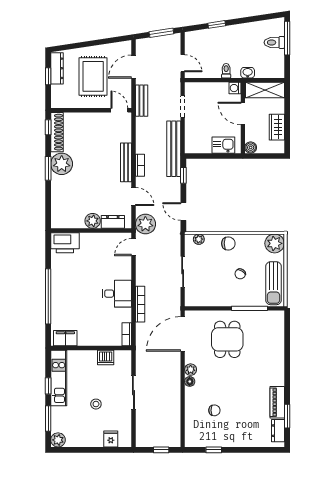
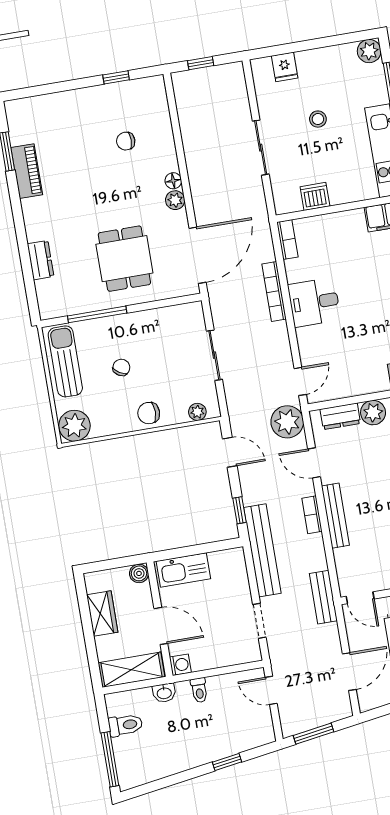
toilet: (274, 42) -> (125, 725), moved
bench: (142, 101) -> (323, 597), moved
kitchen sink: (223, 145) -> (183, 570), width x1.38
dresser: (278, 431) -> (41, 260), moved

